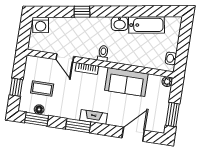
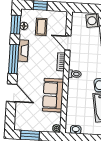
door: (65, 58) -> (68, 43), hinge flipped
fireplace: (94, 117) -> (23, 51), moved
window: (78, 126) -> (14, 59), width x1.44
door: (133, 134) -> (12, 93), moved

